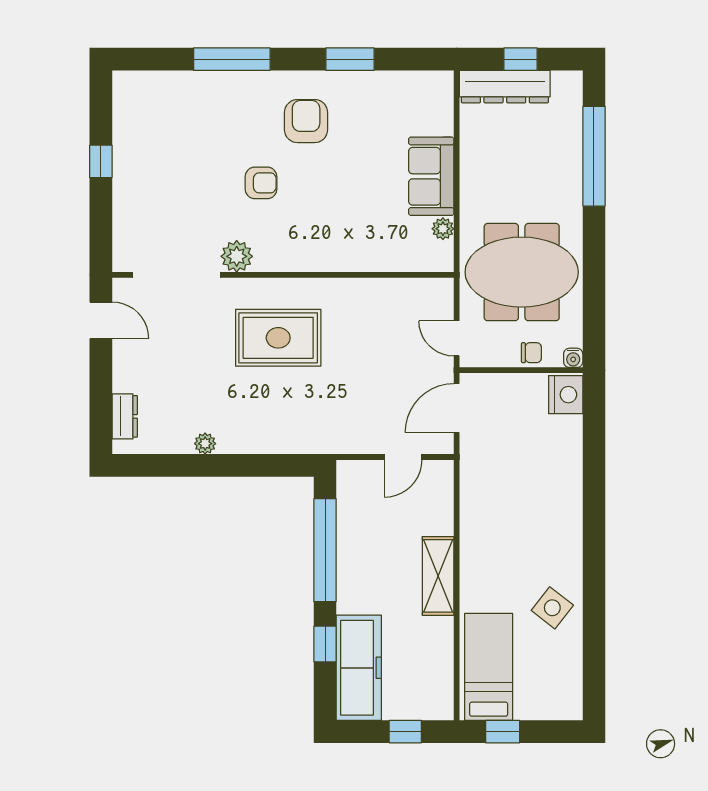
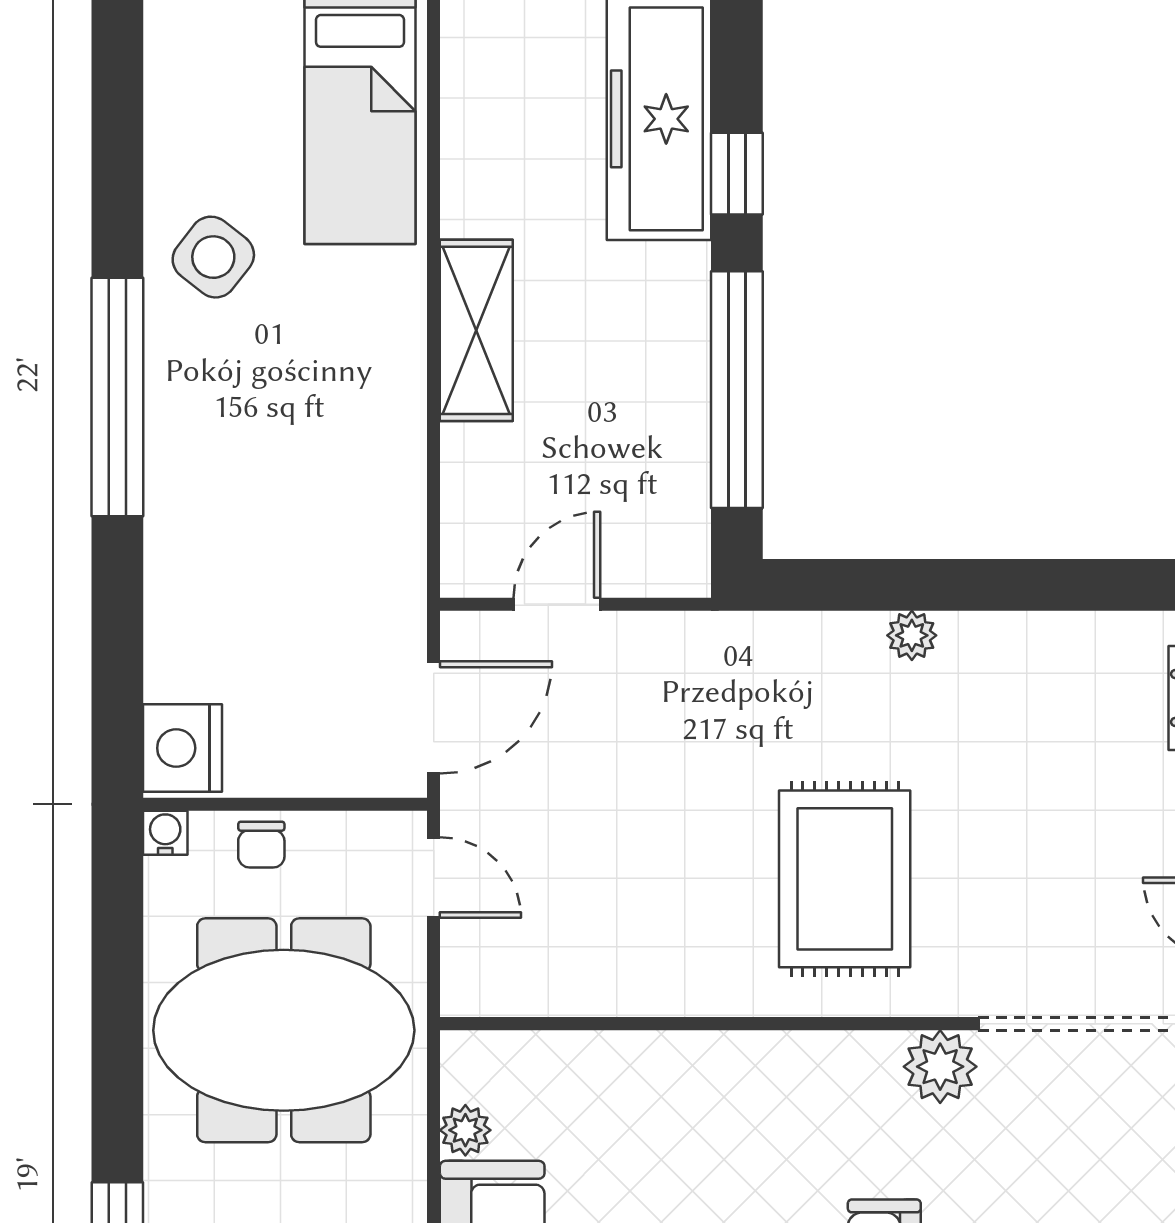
rug: (278, 338) -> (845, 879), turned 90
chair: (531, 353) -> (261, 845), turned -90
plant: (205, 444) -> (912, 635), moved
window: (594, 547) -> (117, 397), added

